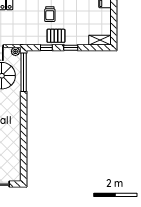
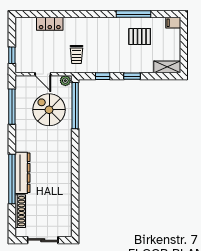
trolley: (50, 14) -> (77, 54), moved
pallet: (56, 36) -> (140, 37), moved

